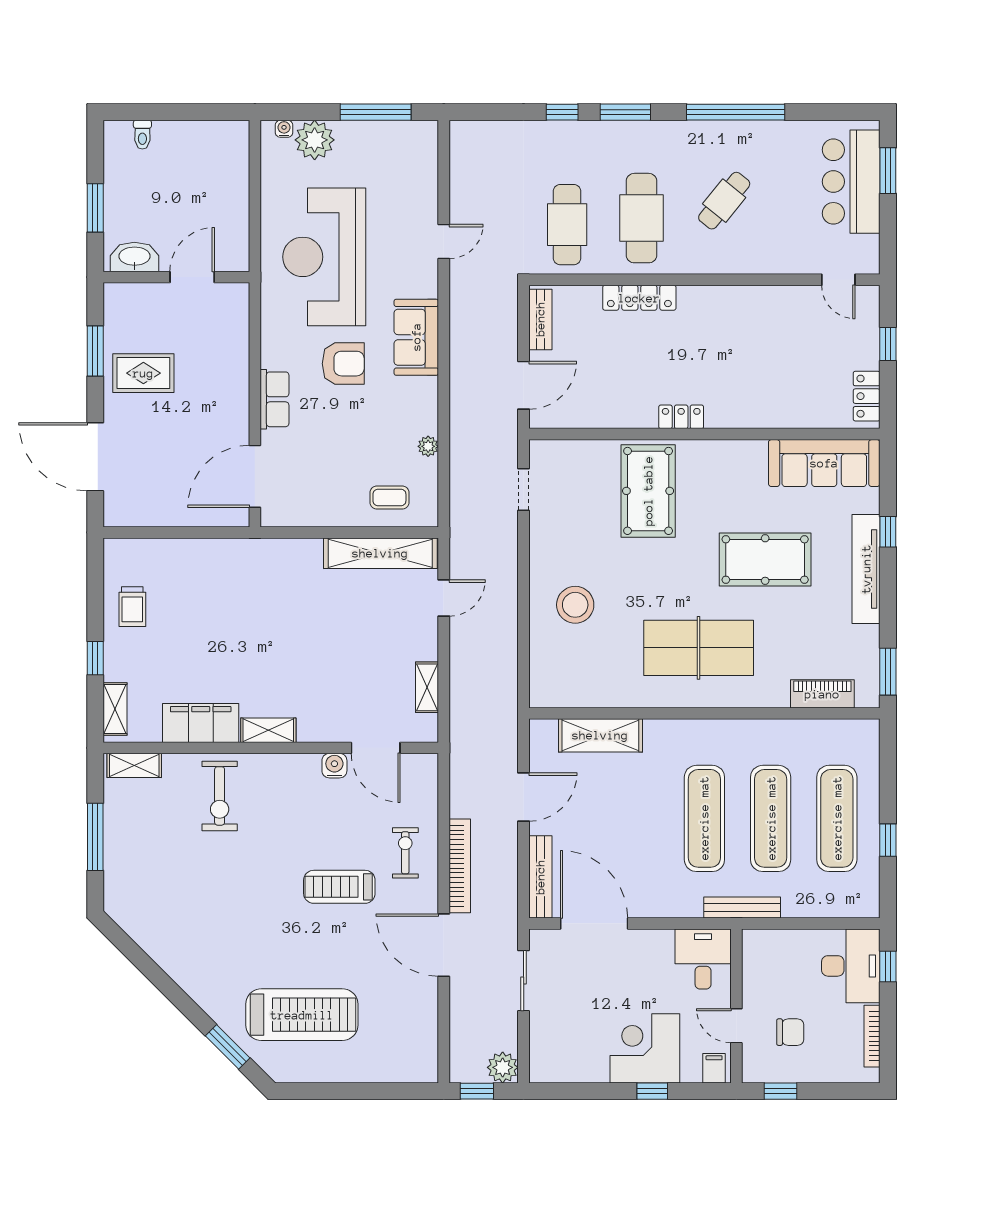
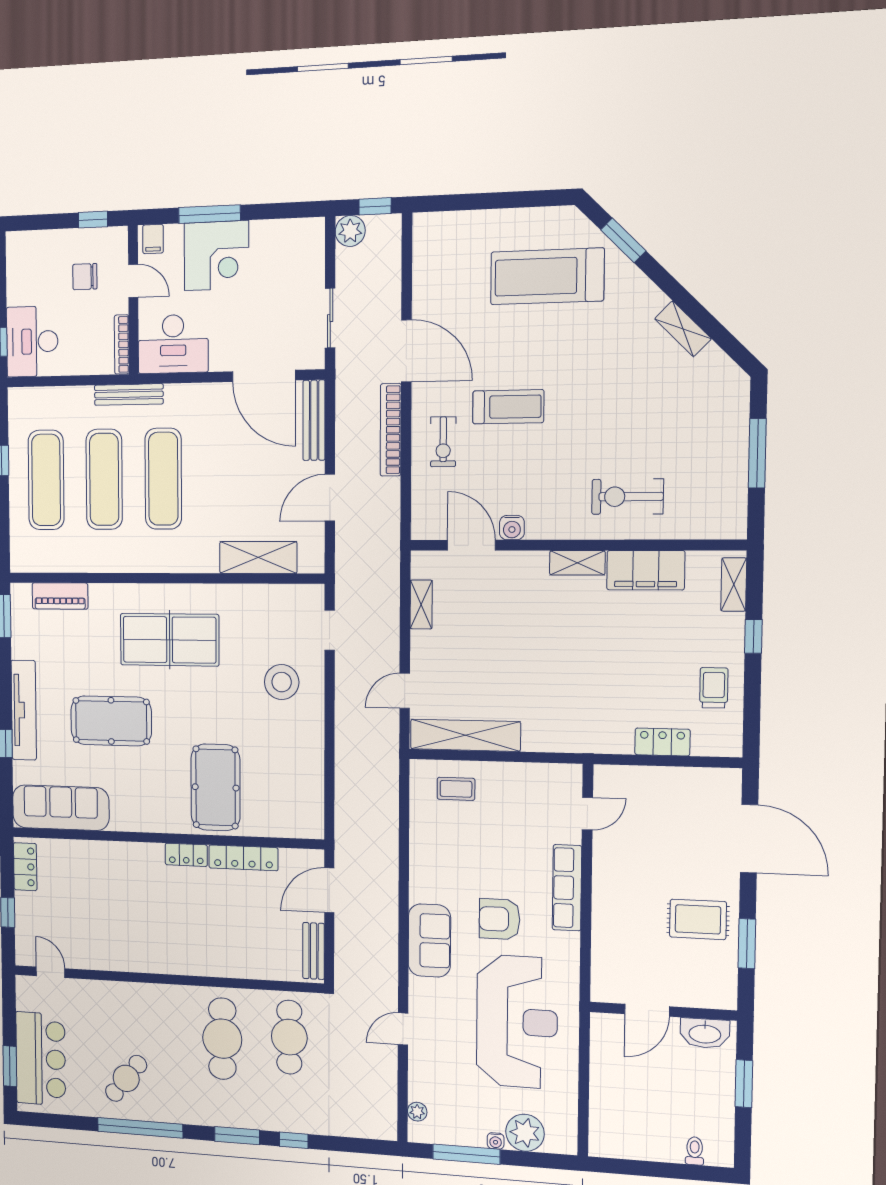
water cooler: (284, 129) -> (496, 1141), moved
cafe table: (724, 201) -> (126, 1078), moved
locker: (639, 298) -> (243, 858), moved, turned 180
row of seats: (274, 399) -> (567, 888), width x1.48
plant: (428, 446) -> (417, 1112), moved
door: (255, 476) -> (587, 814), width x0.53
doorway: (524, 489) -> (330, 630), moved
locker: (181, 551) -> (662, 742), added
shelving: (134, 765) -> (683, 329), moved, turned 45
exercise bike: (220, 796) -> (627, 497), turned -90
desk: (703, 959) -> (173, 344), width x1.37
bookcase: (872, 1036) -> (122, 345), moved, turned 180
window: (652, 1091) -> (210, 214), width x2.17

